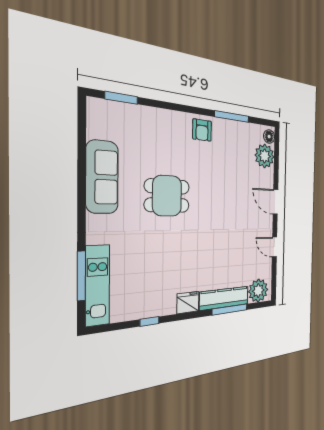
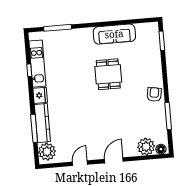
armchair: (202, 130) -> (154, 94), turned 100
kitchen unit: (98, 285) -> (37, 64), moved, turned -90

